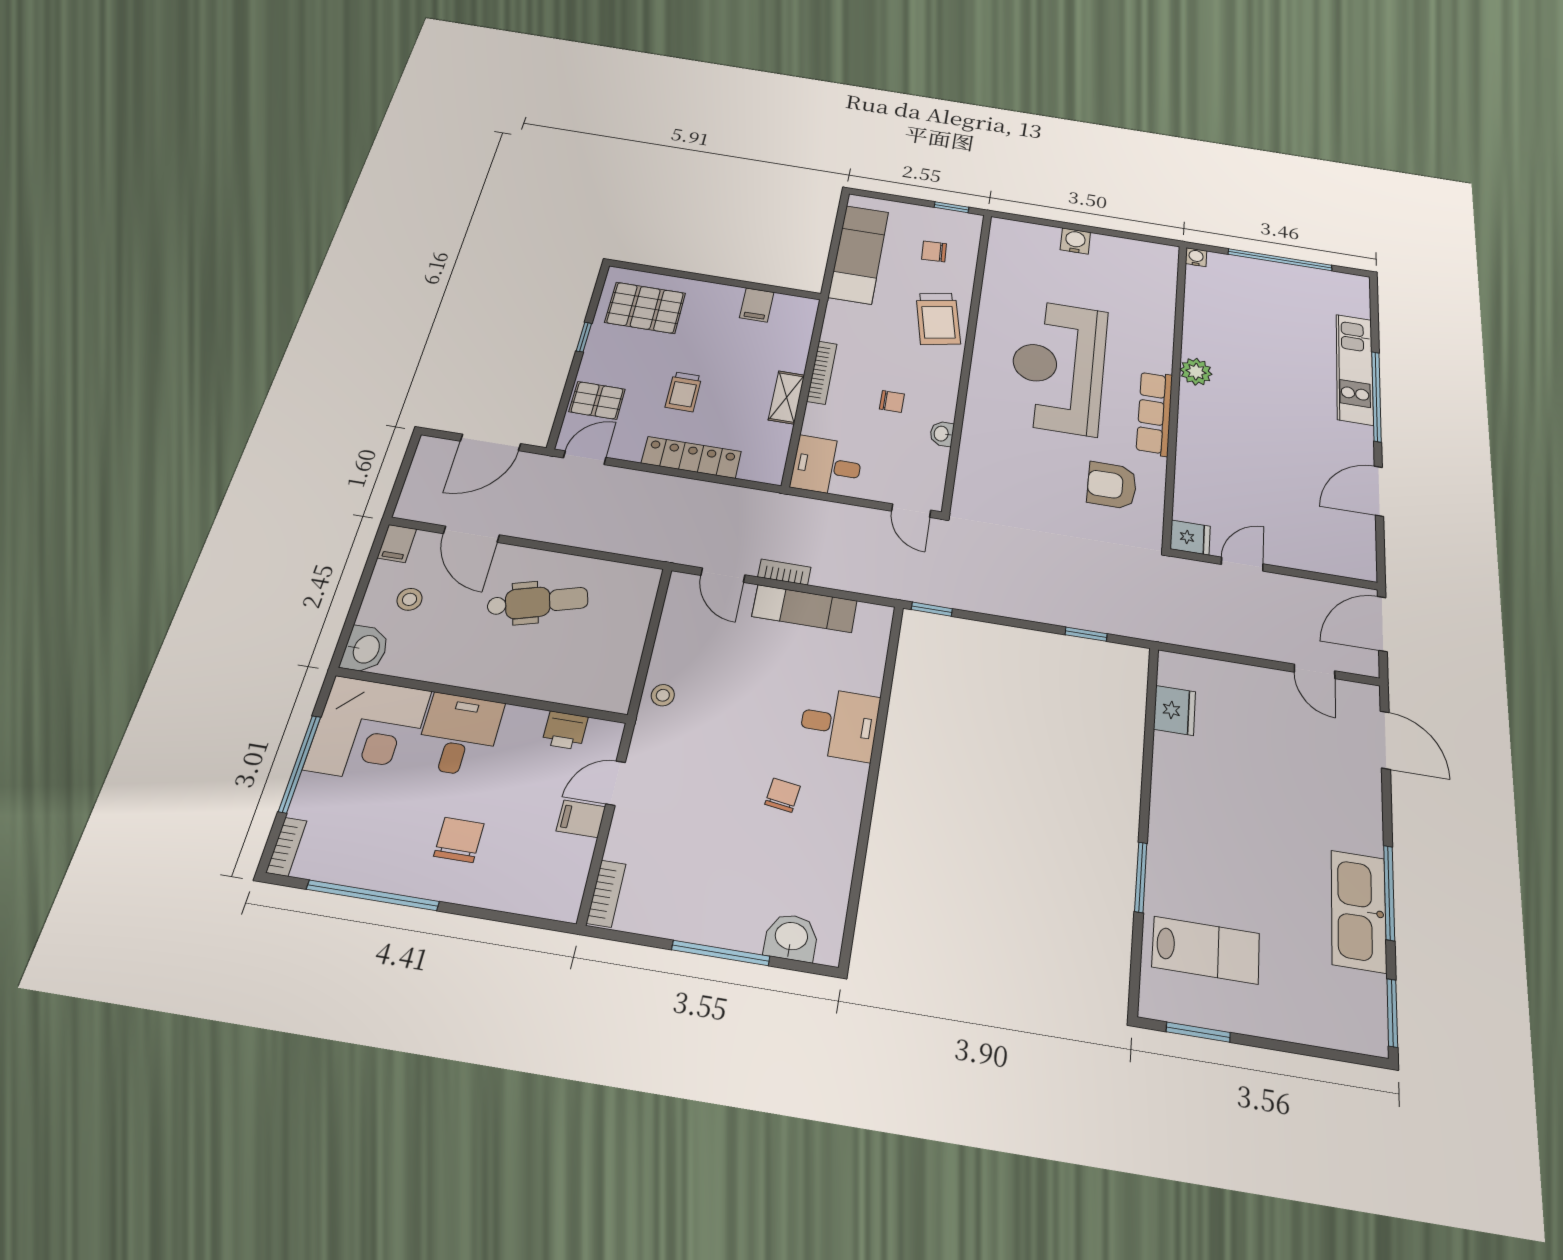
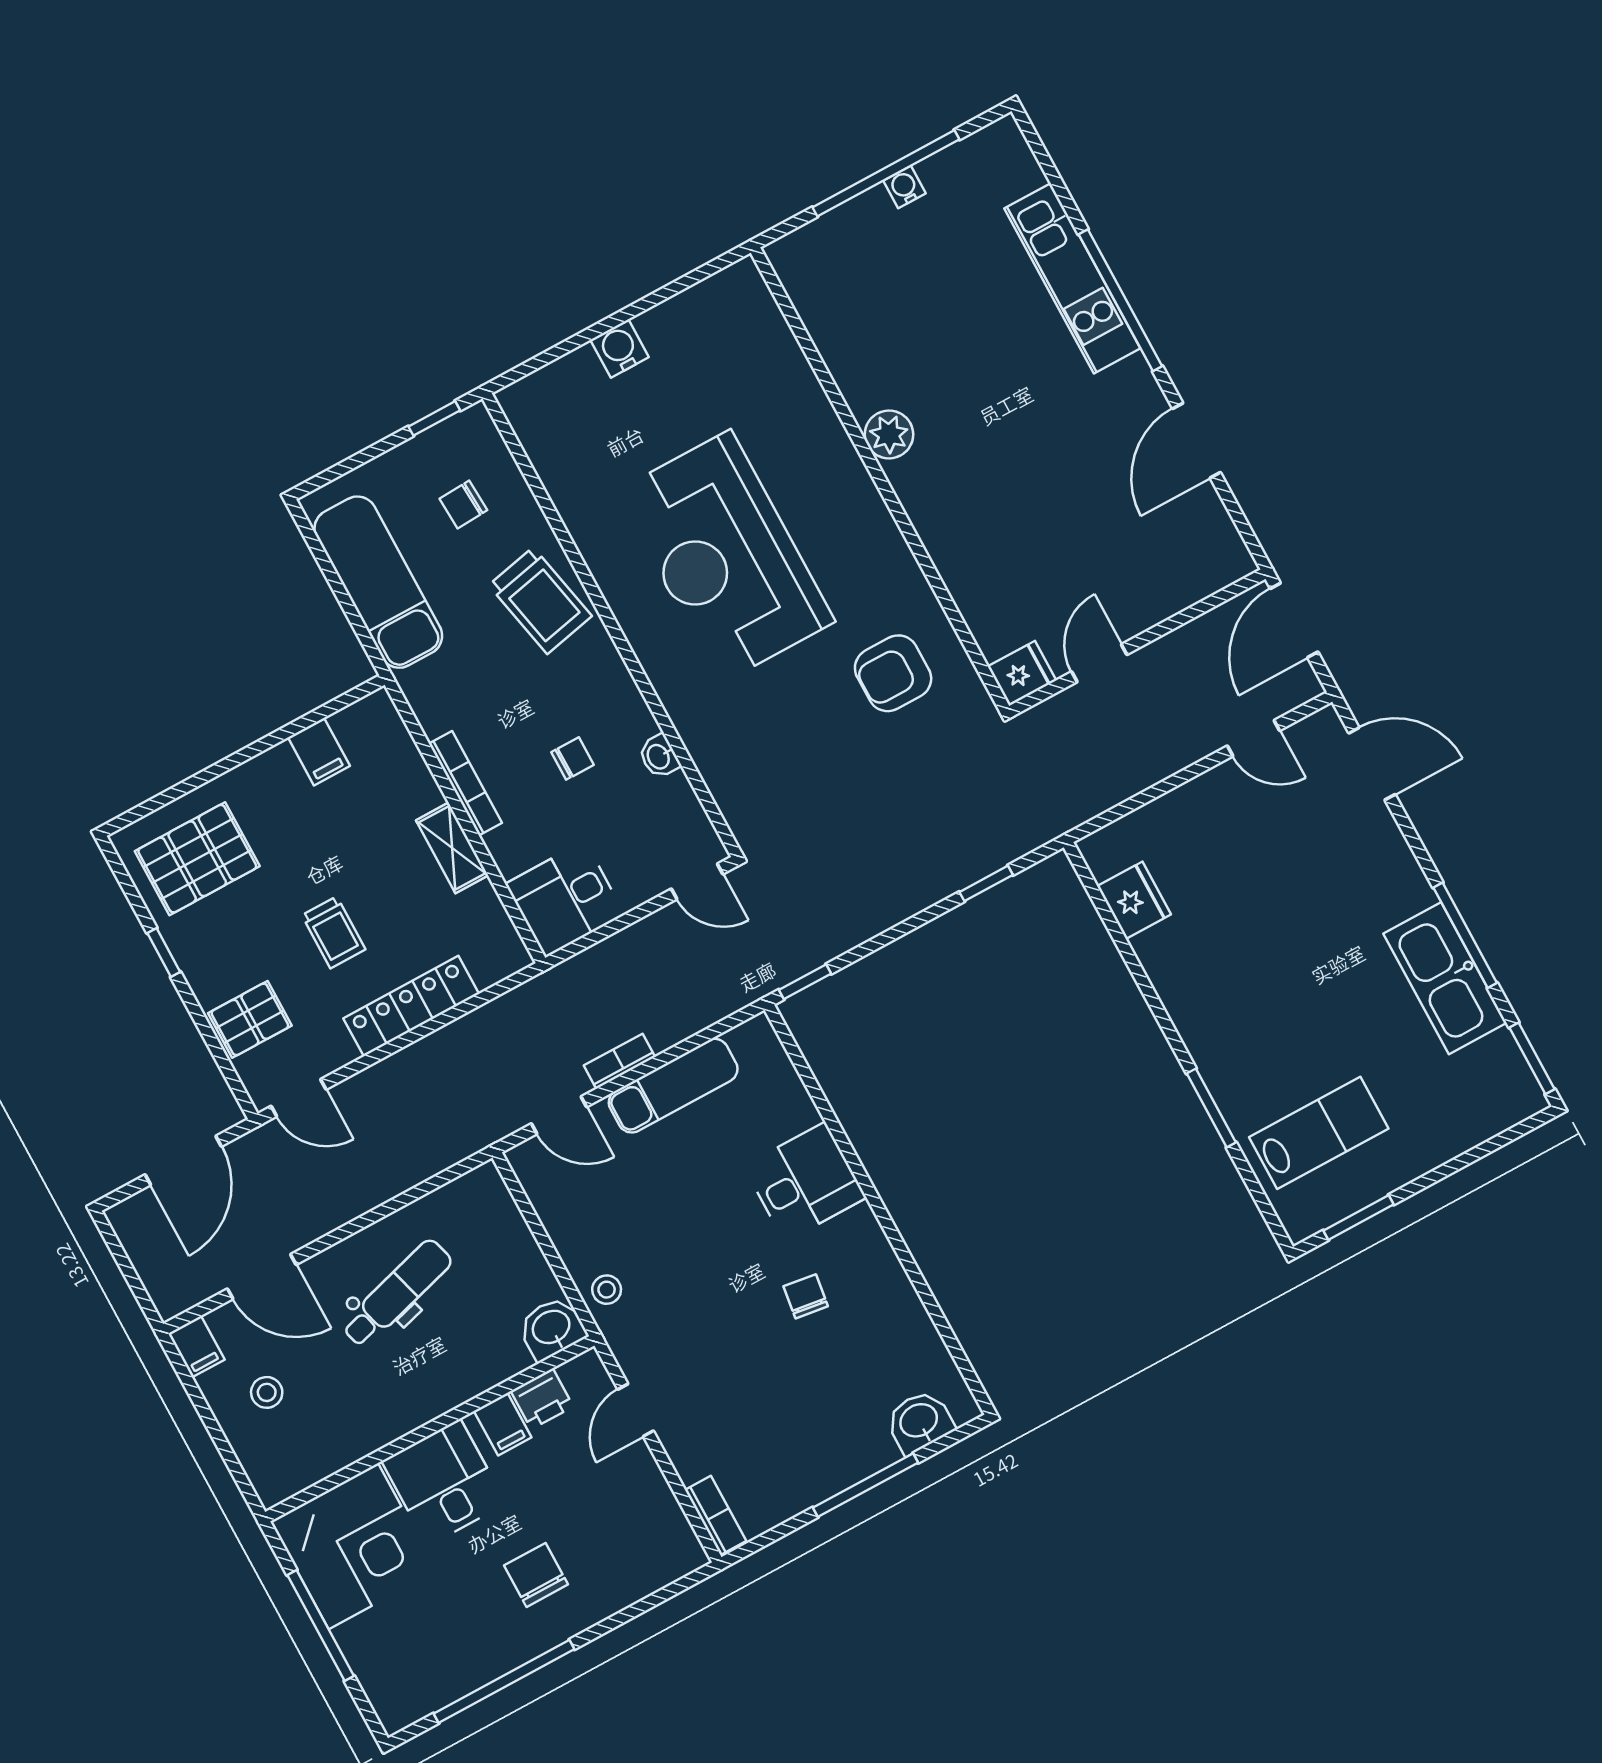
water cooler: (1196, 257) -> (905, 187), moved
row of seats: (1154, 413) -> (878, 534), removed
door: (585, 458) -> (299, 1098), swing flipped
washbasin: (365, 649) -> (552, 1328), moved, turned -90
filing cabinet: (581, 819) -> (503, 1424), moved, turned -90
bookcase: (286, 847) -> (384, 1703), removed

